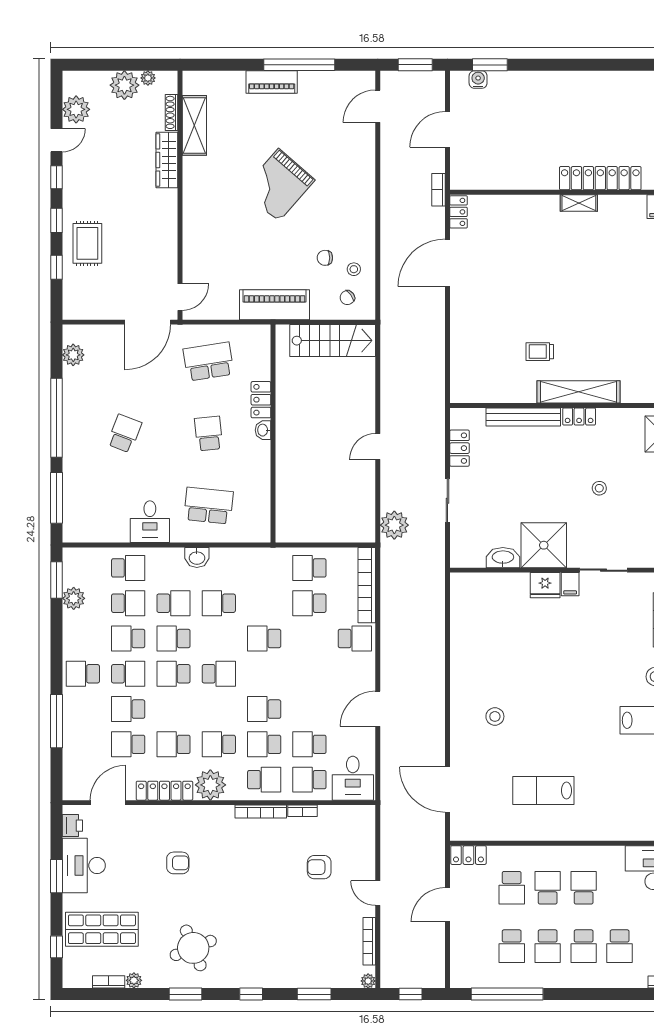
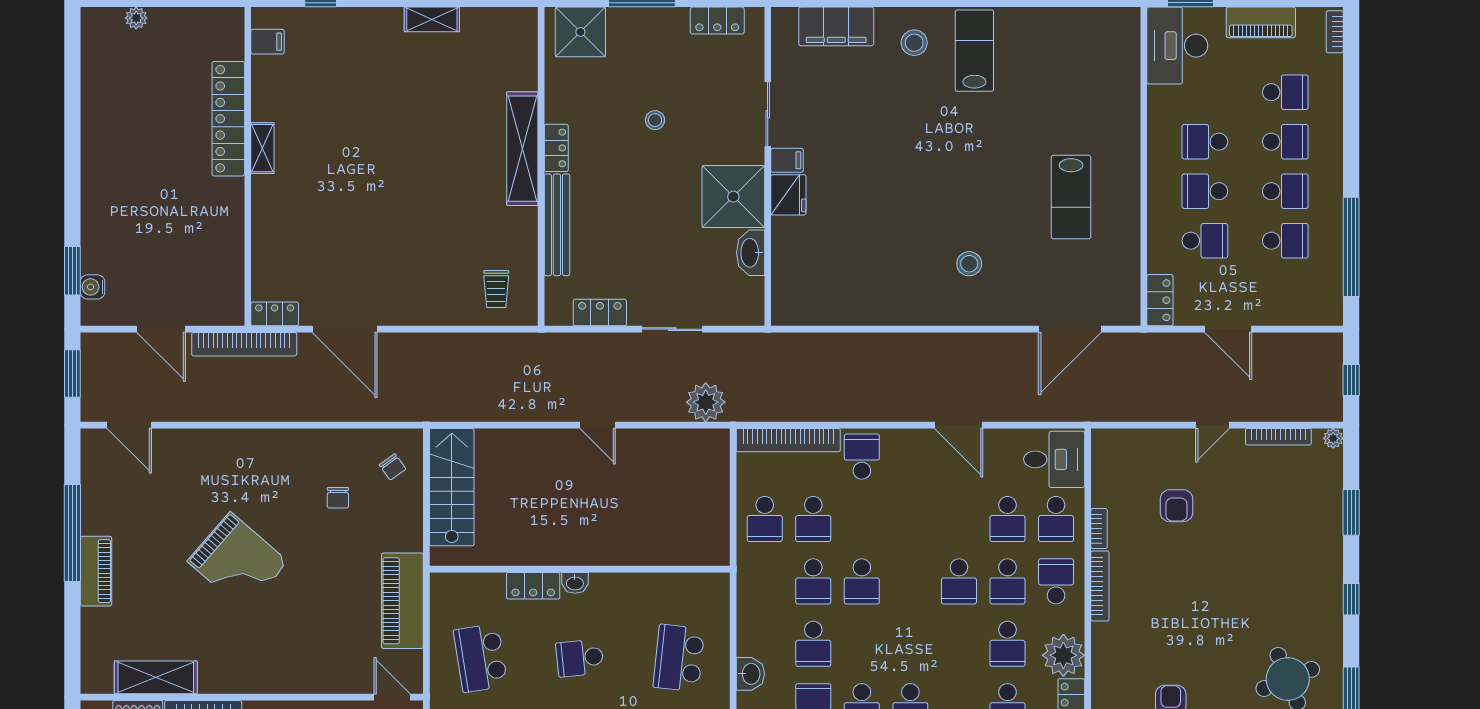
bookcase: (439, 190) -> (244, 344), width x2.31, depth x1.31
stool: (354, 269) -> (354, 458), removed
piano: (275, 305) -> (402, 601), moved
trolley: (540, 352) -> (496, 289), moved
school desk: (219, 674) -> (813, 581), moved, turned 180

